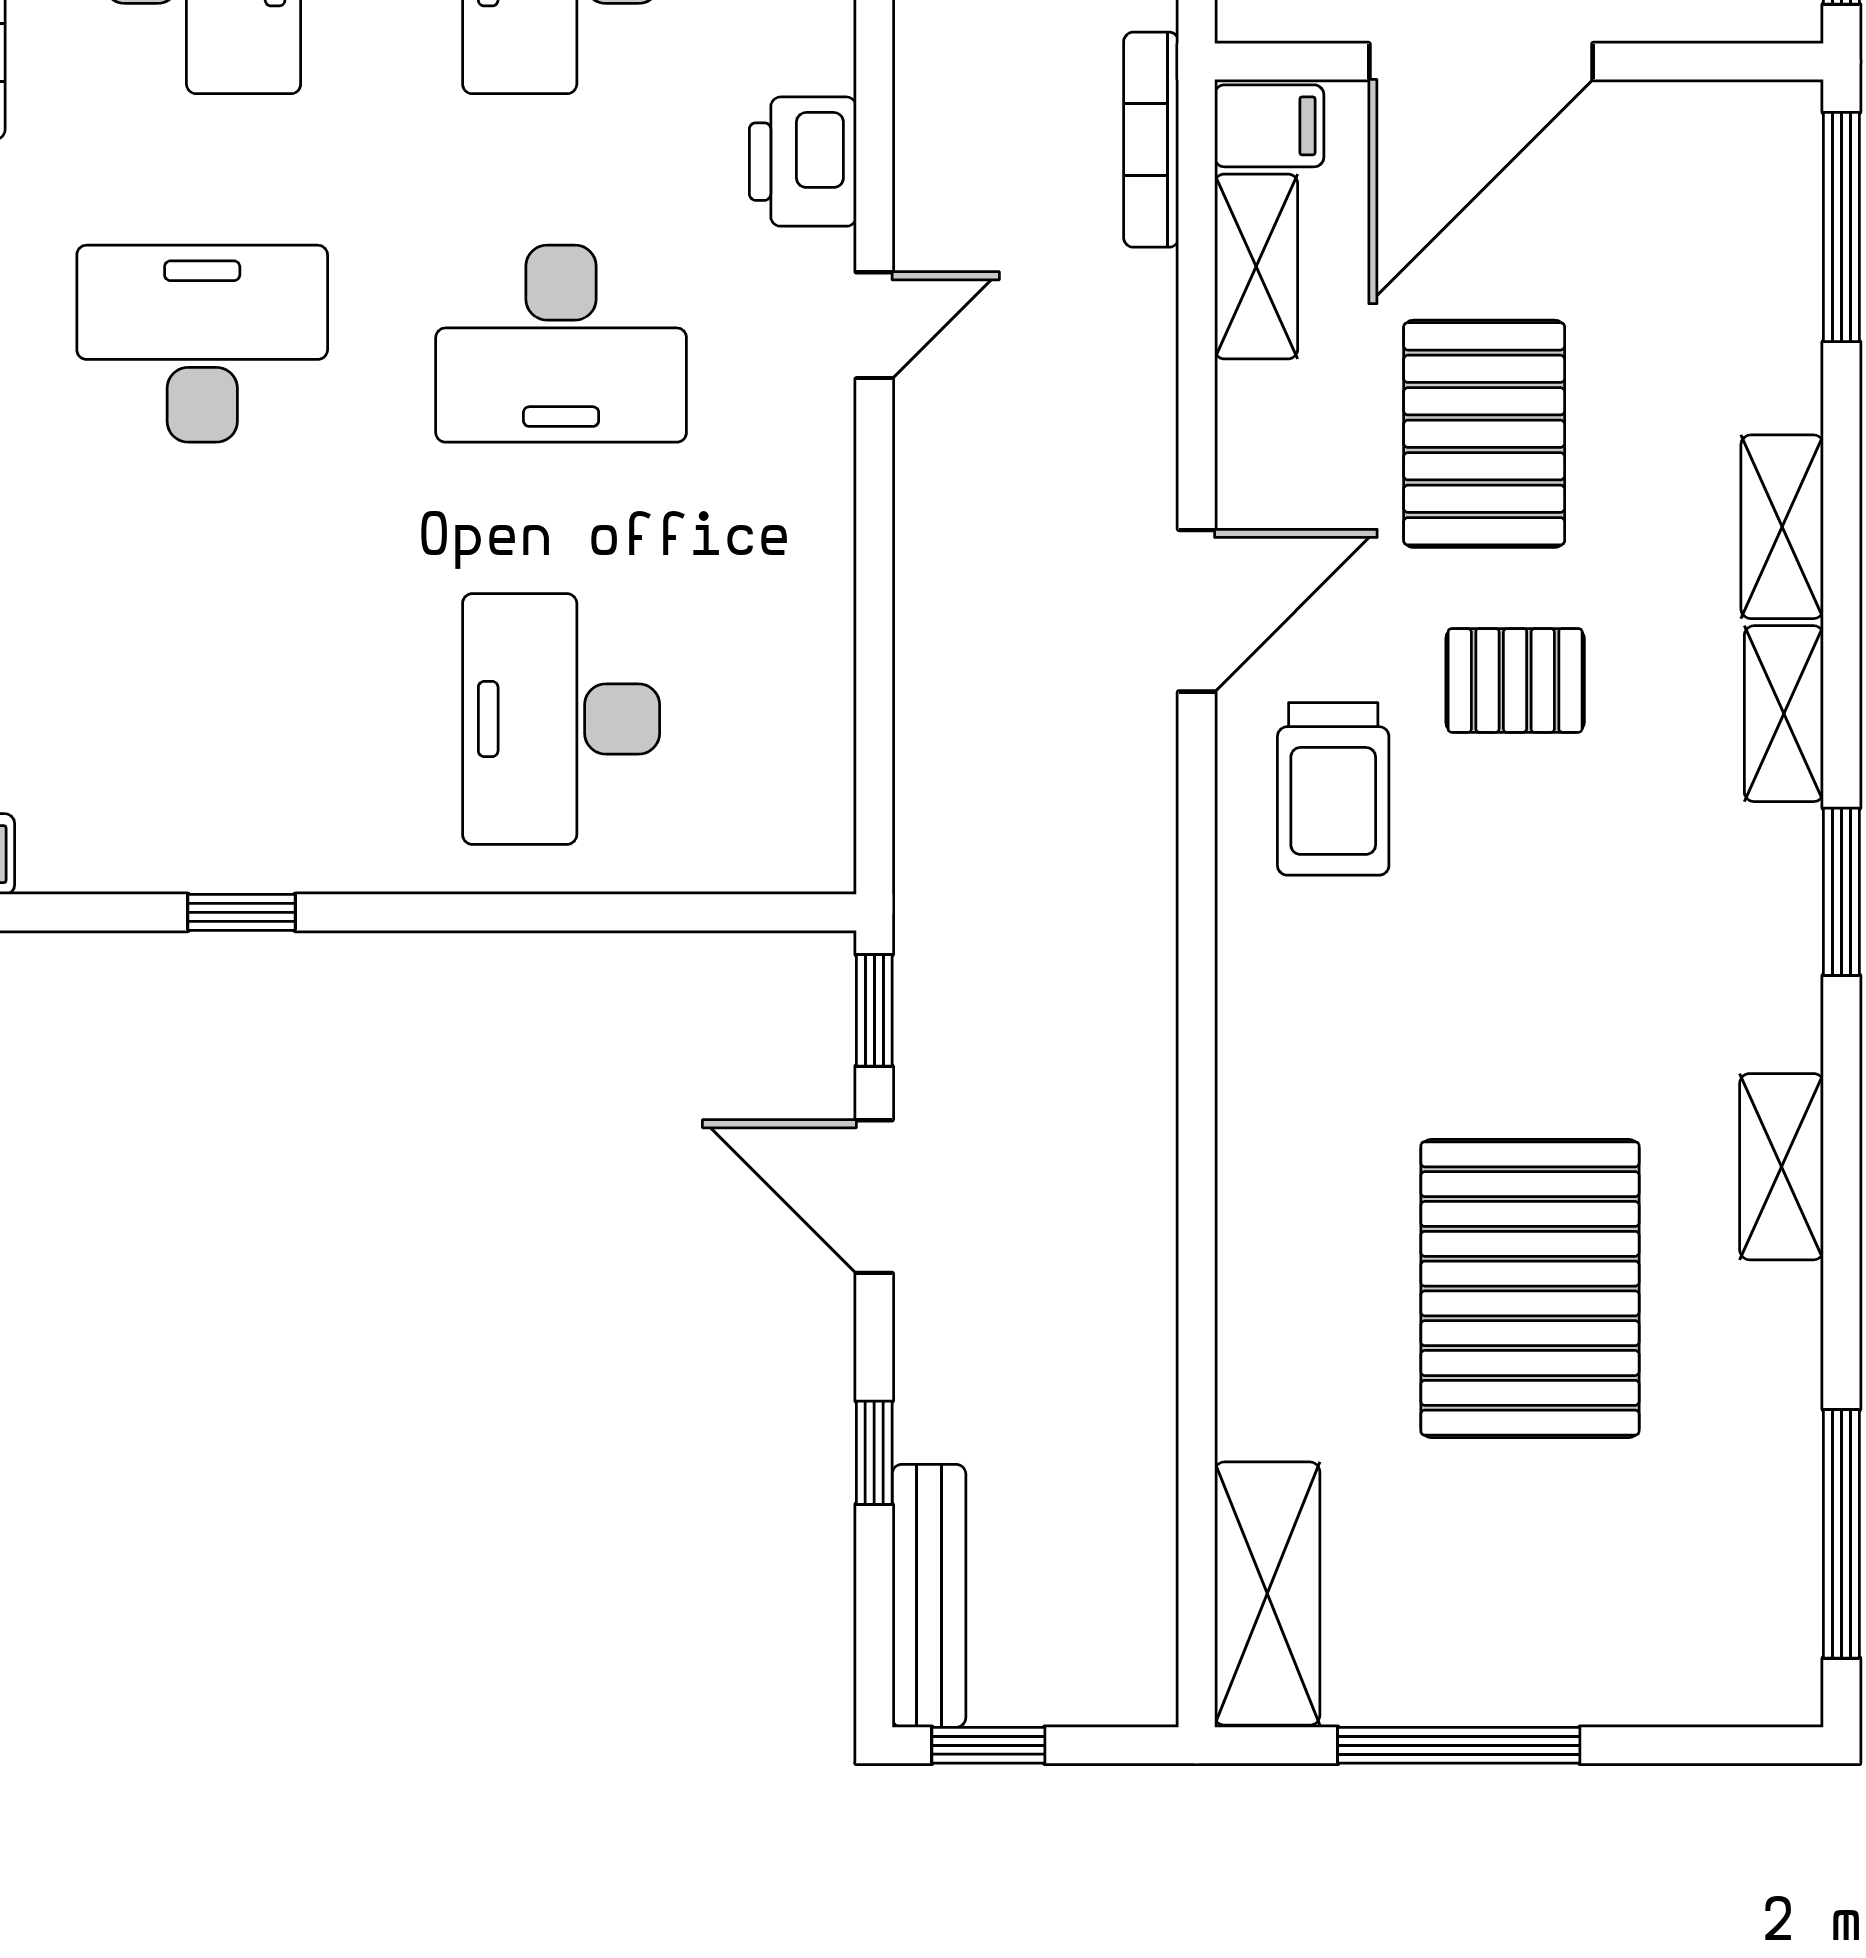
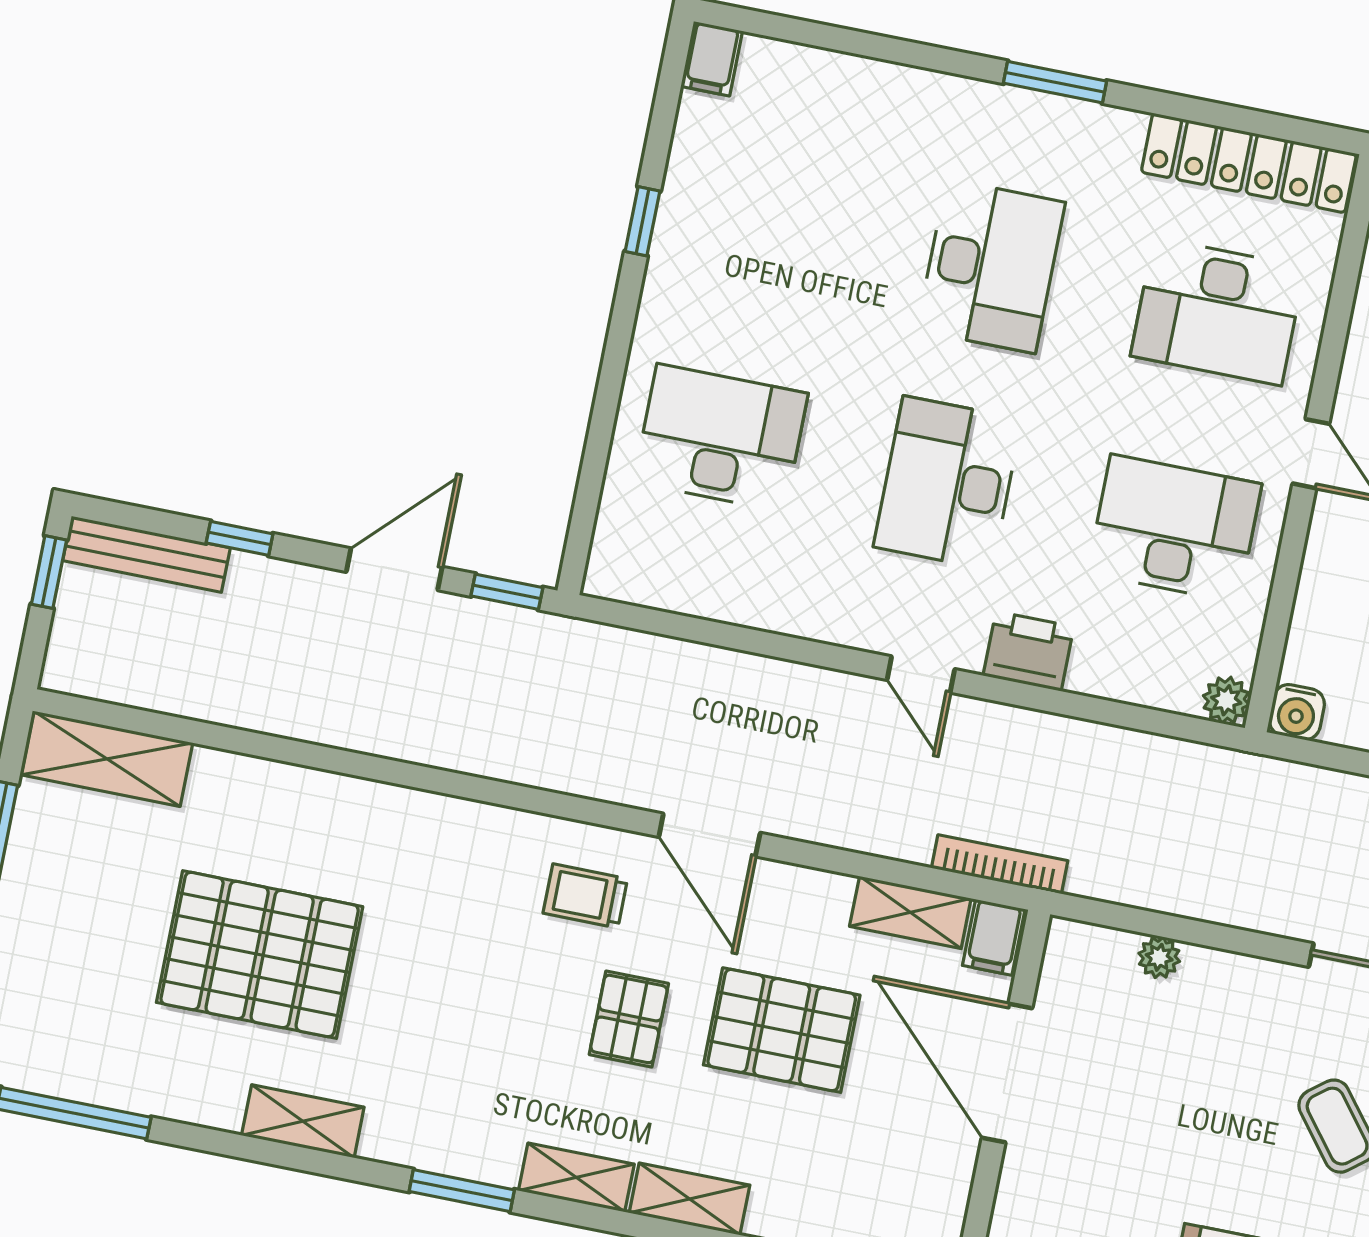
trolley: (1333, 789) -> (585, 896), width x0.73, depth x0.72

